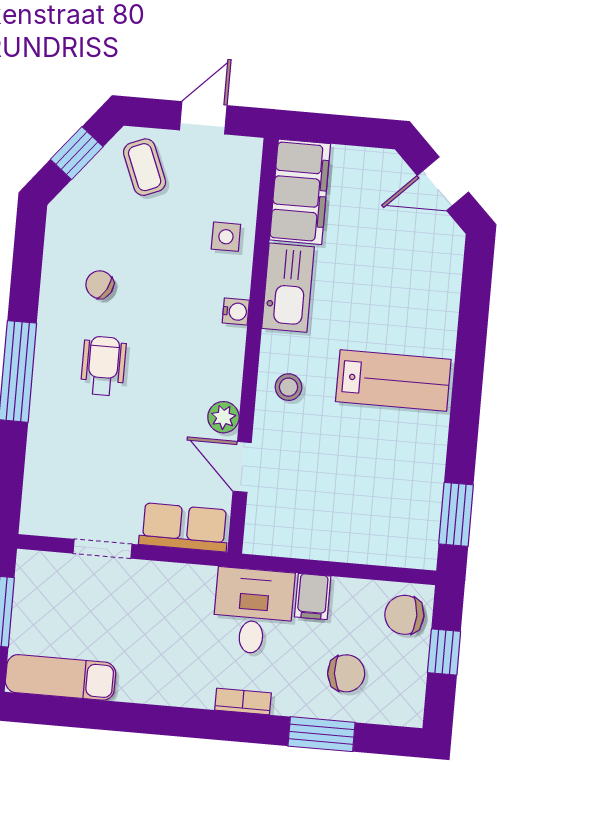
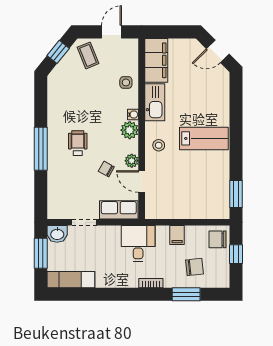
chair: (100, 285) -> (106, 169), moved
plant: (225, 347) -> (130, 130), added
washbasin: (38, 570) -> (57, 234), added
desk: (253, 611) -> (138, 244), moved

